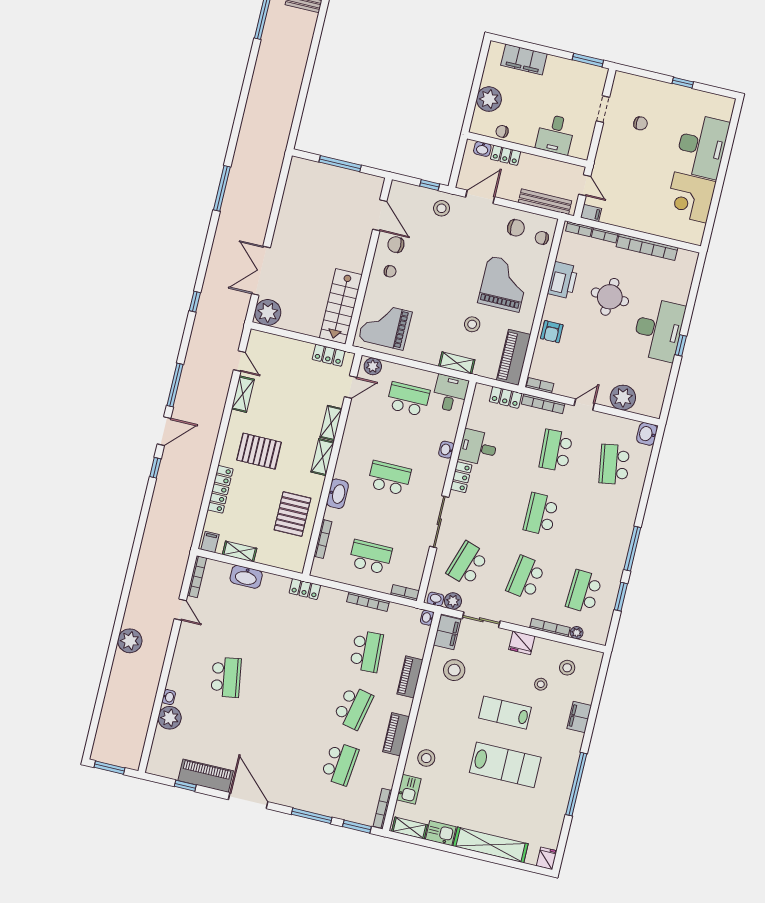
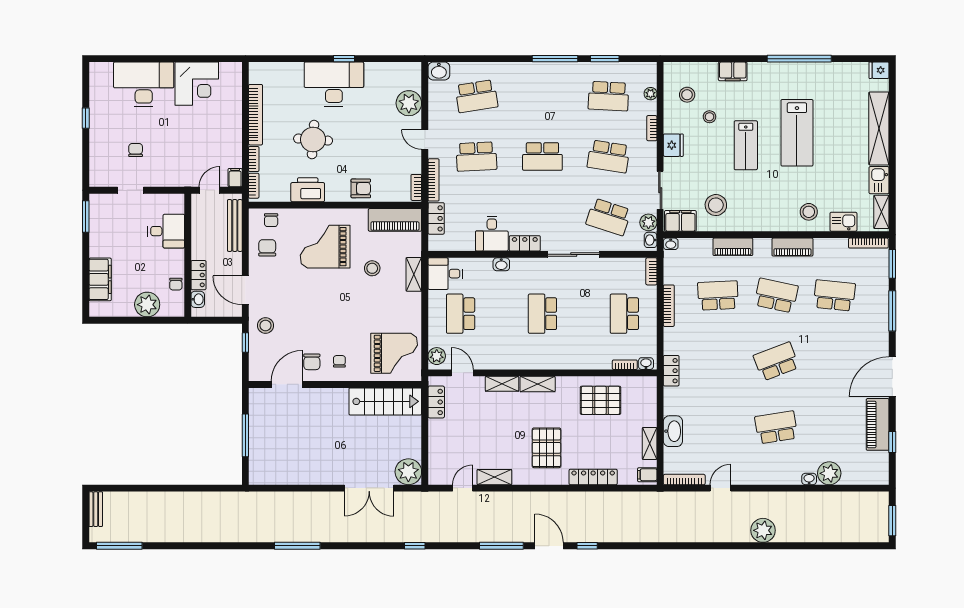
grand piano: (385, 326) -> (394, 353), turned -90
washbasin: (337, 494) -> (646, 364), moved, width x0.52, depth x0.69
bookcase: (323, 539) -> (625, 365), width x0.64
bookcase: (550, 628) -> (652, 128), width x0.64
school desk: (290, 692) -> (776, 361), added
lab bench: (505, 765) -> (797, 133), turned 180

